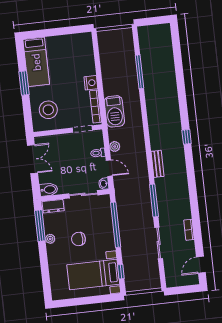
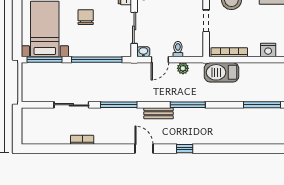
nightstand: (91, 83) -> (268, 50), moved
doorway: (82, 129) -> (206, 21), moved
window: (147, 138) -> (188, 105), added
door: (201, 265) -> (144, 149), moved
window: (121, 272) -> (45, 60), width x2.17

